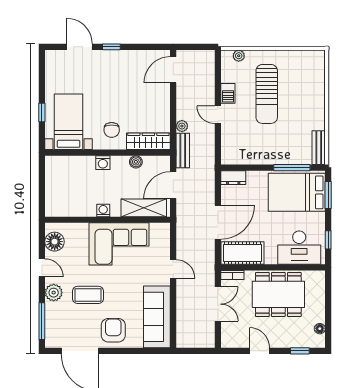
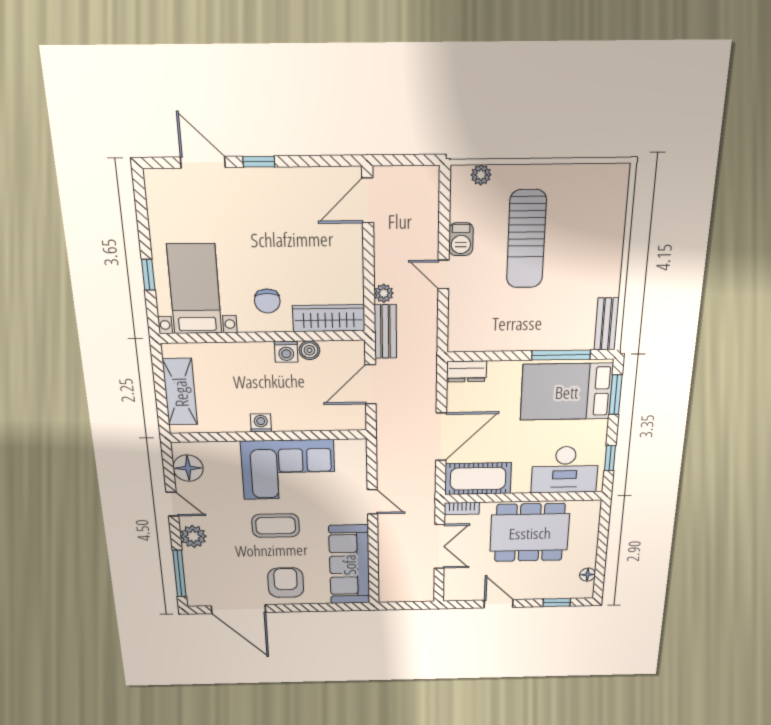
washing machine: (103, 163) -> (286, 352), moved
shelving: (144, 208) -> (180, 392), moved, turned 90
coffee table: (88, 295) -> (276, 526), moved

